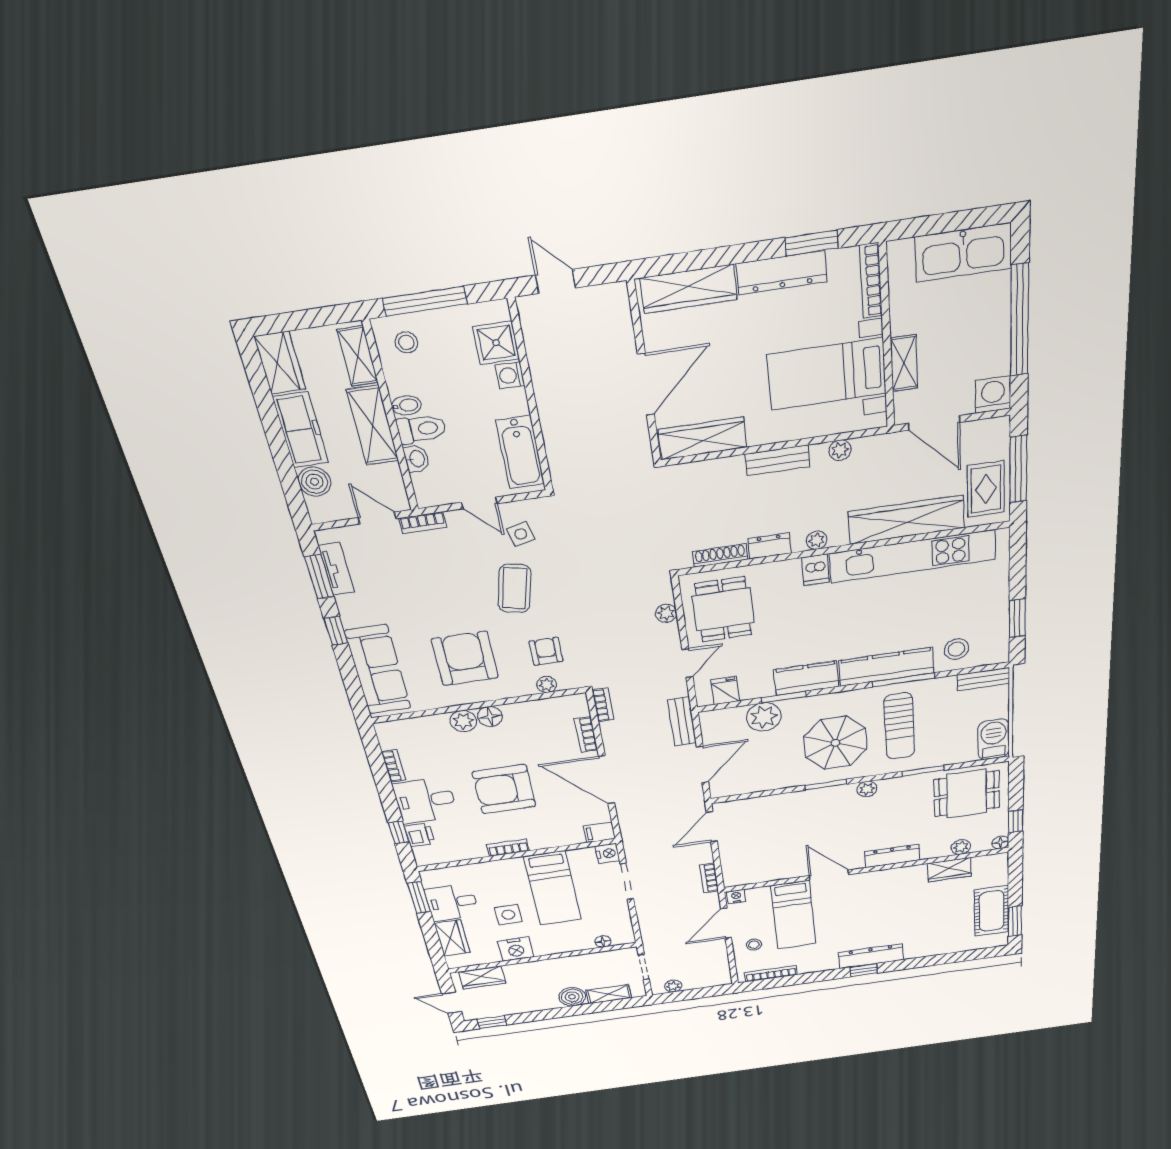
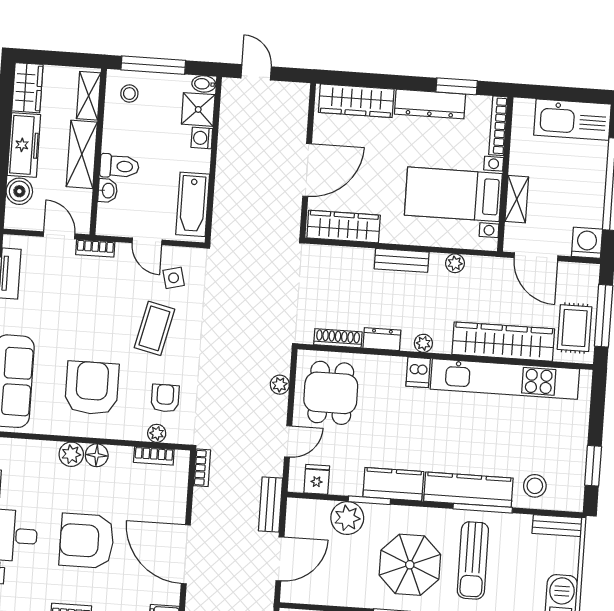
bidet: (406, 405) -> (204, 84), moved, turned 180
bookcase: (586, 734) -> (154, 456), moved, turned -90

